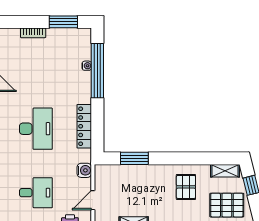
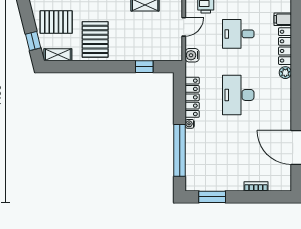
bookcase: (33, 33) -> (256, 186), moved
water cooler: (87, 66) -> (190, 124), moved
window: (134, 158) -> (144, 67), width x0.67
pallet: (186, 187) -> (95, 39), width x1.50, depth x1.42

